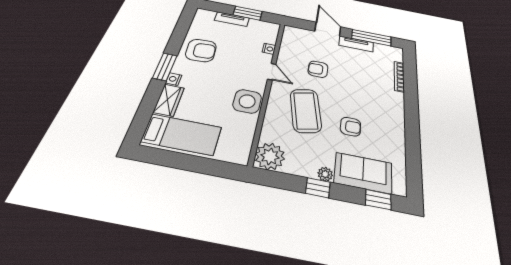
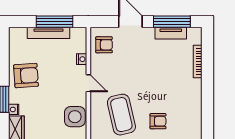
window: (248, 13) -> (54, 22), width x1.44
tv unit: (232, 19) -> (48, 33), width x1.41
tv unit: (356, 44) -> (171, 33), moved
armchair: (318, 69) -> (104, 45), moved, turned 180

